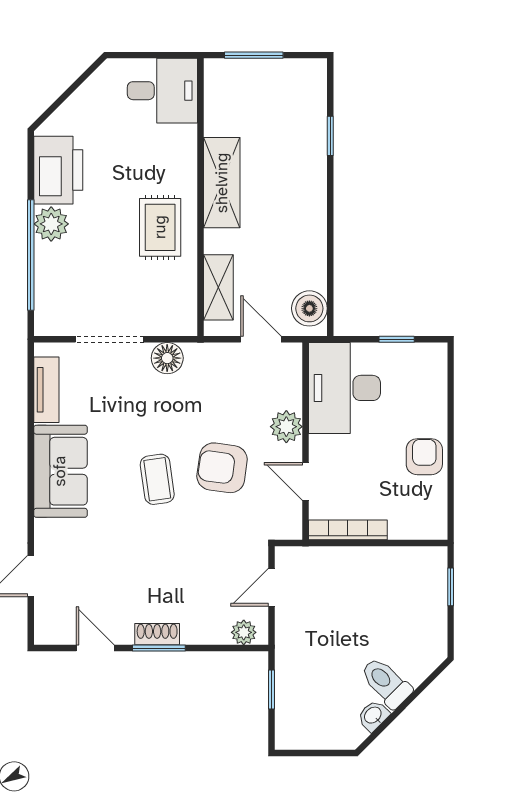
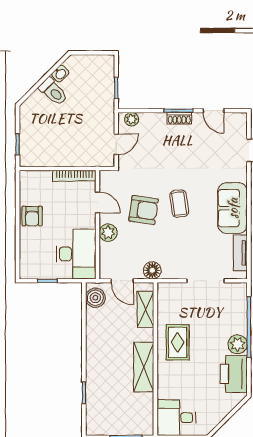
floor lamp: (167, 358) -> (152, 270), moved

